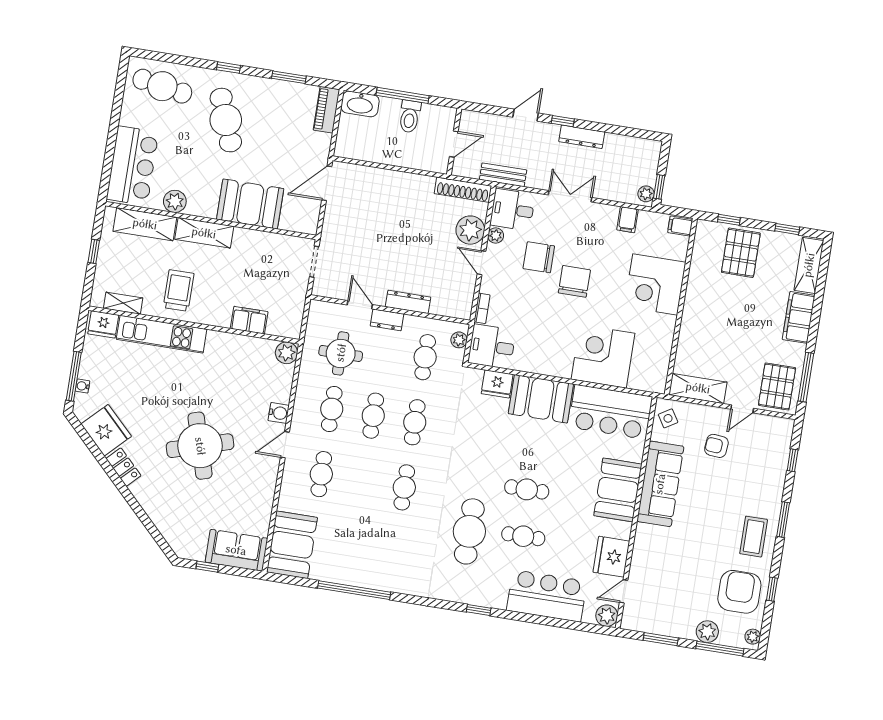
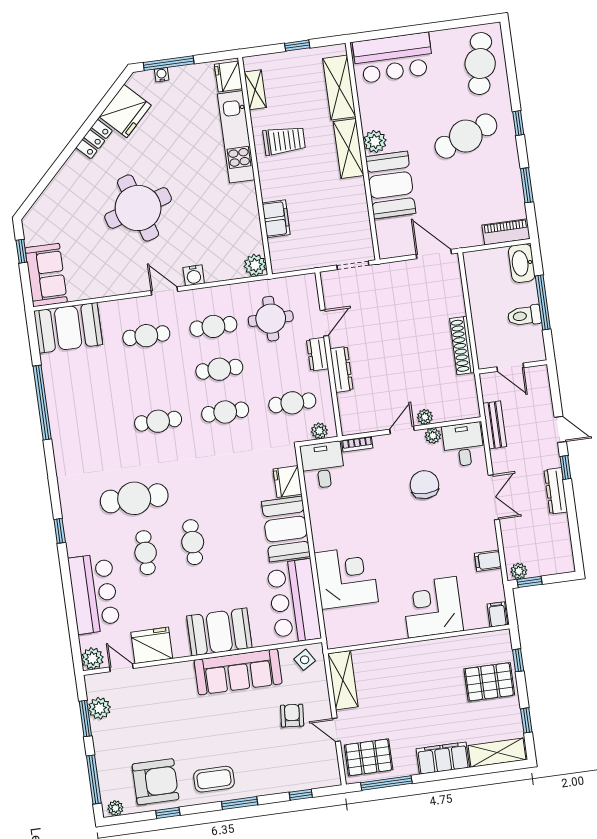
shoe rack: (463, 190) -> (462, 346), moved
plant: (175, 201) -> (375, 141), moved
plant: (470, 230) -> (425, 417), width x0.53, depth x0.53
chair: (574, 281) -> (411, 527), removed
plant: (707, 632) -> (99, 708), moved

